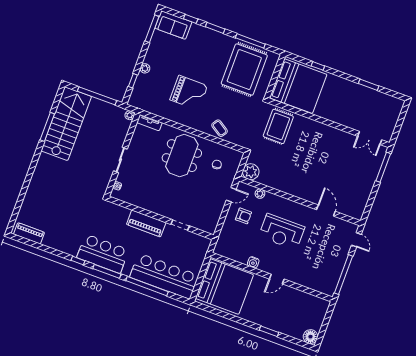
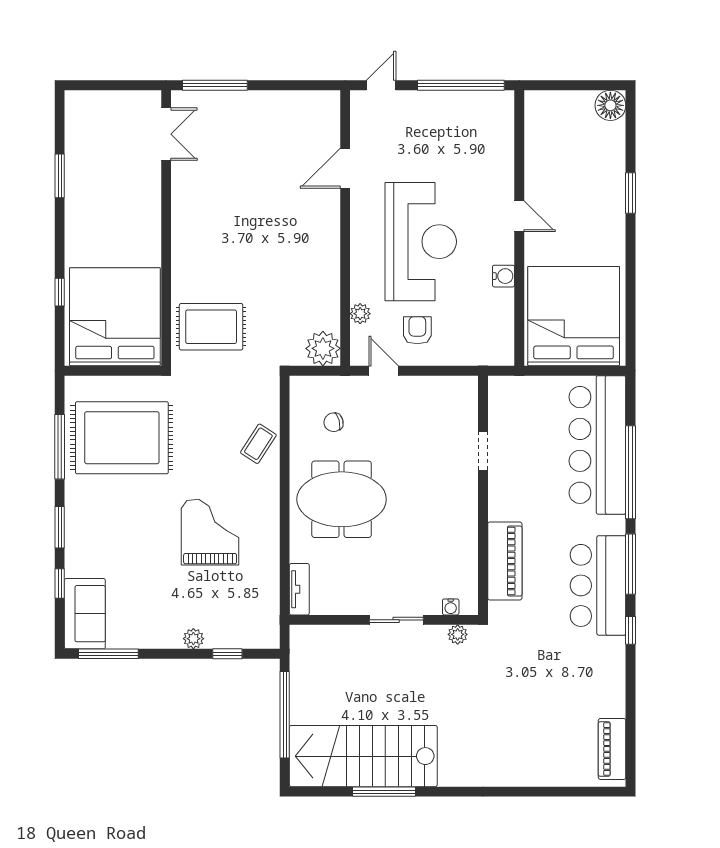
plant: (130, 115) -> (458, 634), moved
piano: (146, 223) -> (505, 561), moved
reception desk: (282, 232) -> (421, 242), width x1.36, depth x1.30

